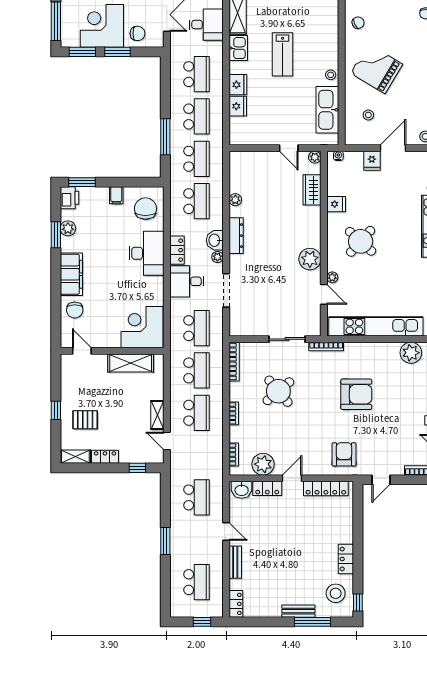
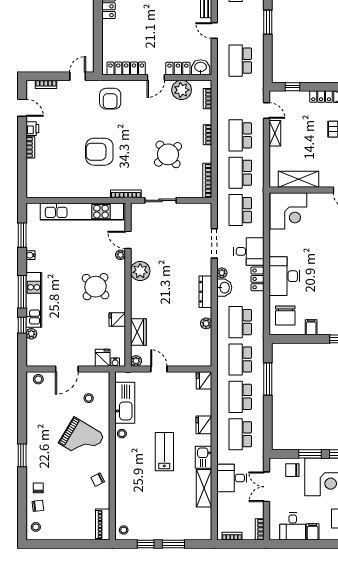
fridge: (238, 106) -> (204, 380), moved
fridge: (372, 161) -> (103, 358), moved
plant: (411, 353) -> (51, 188), removed

